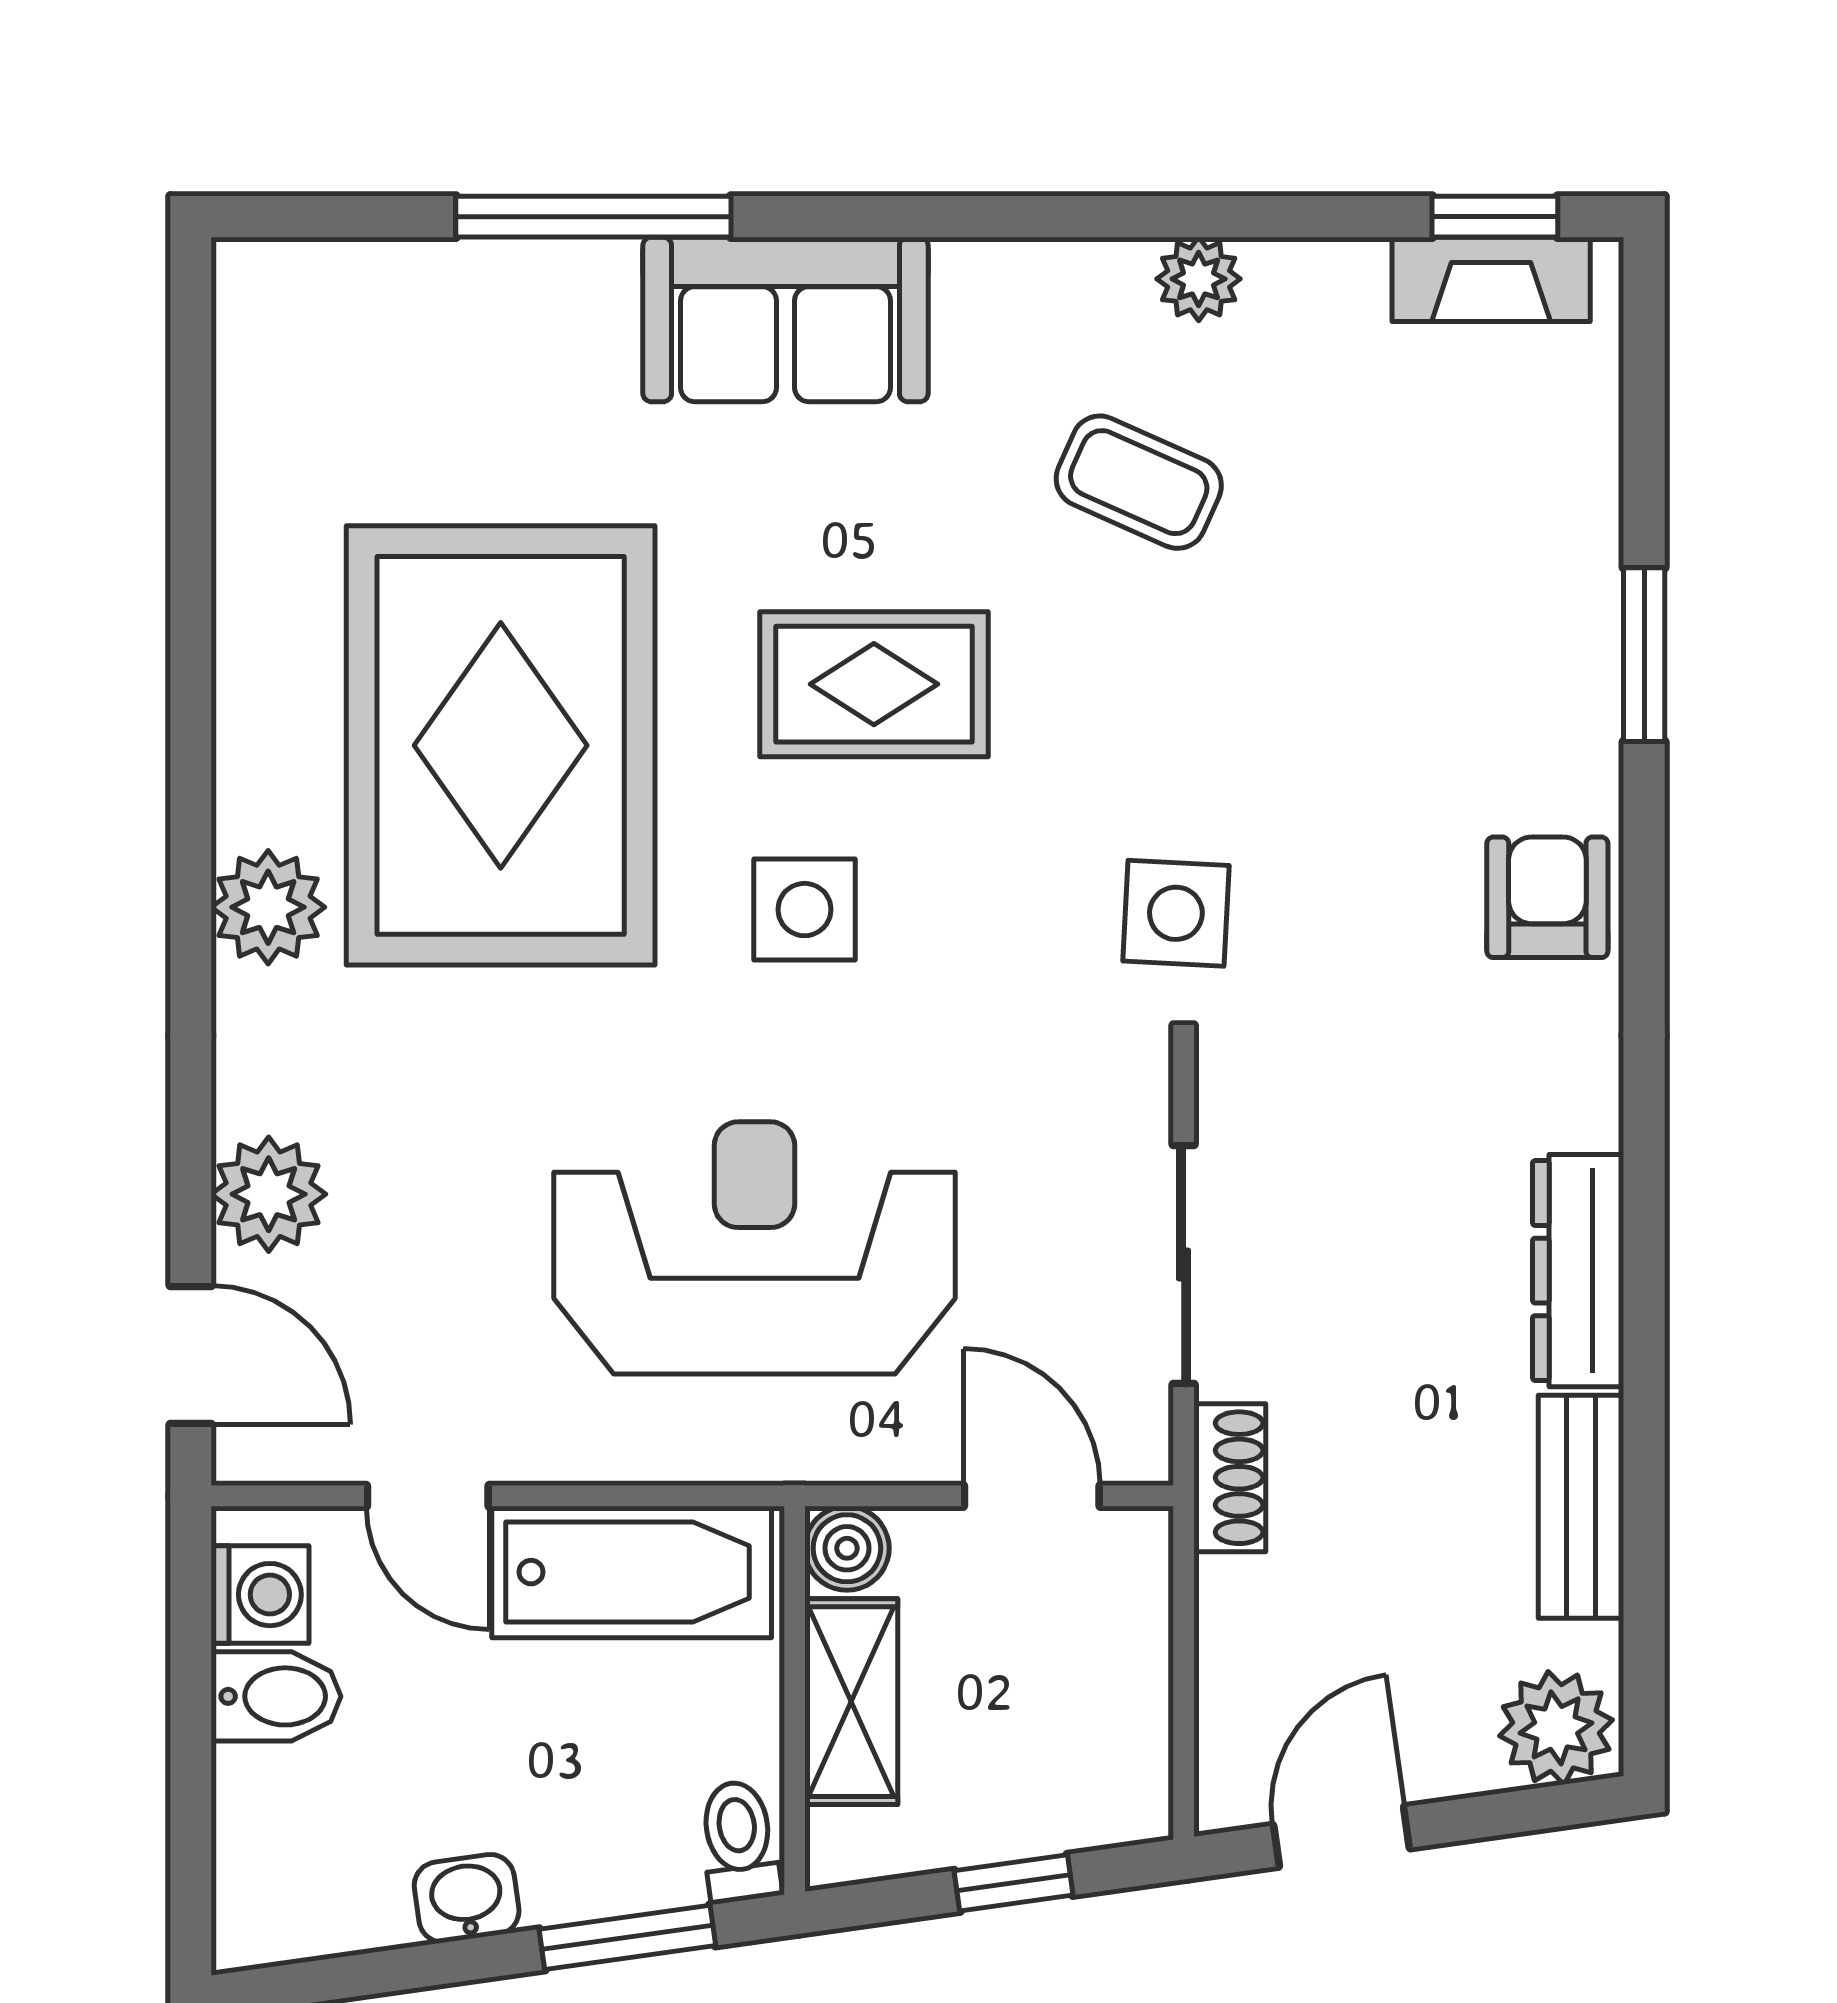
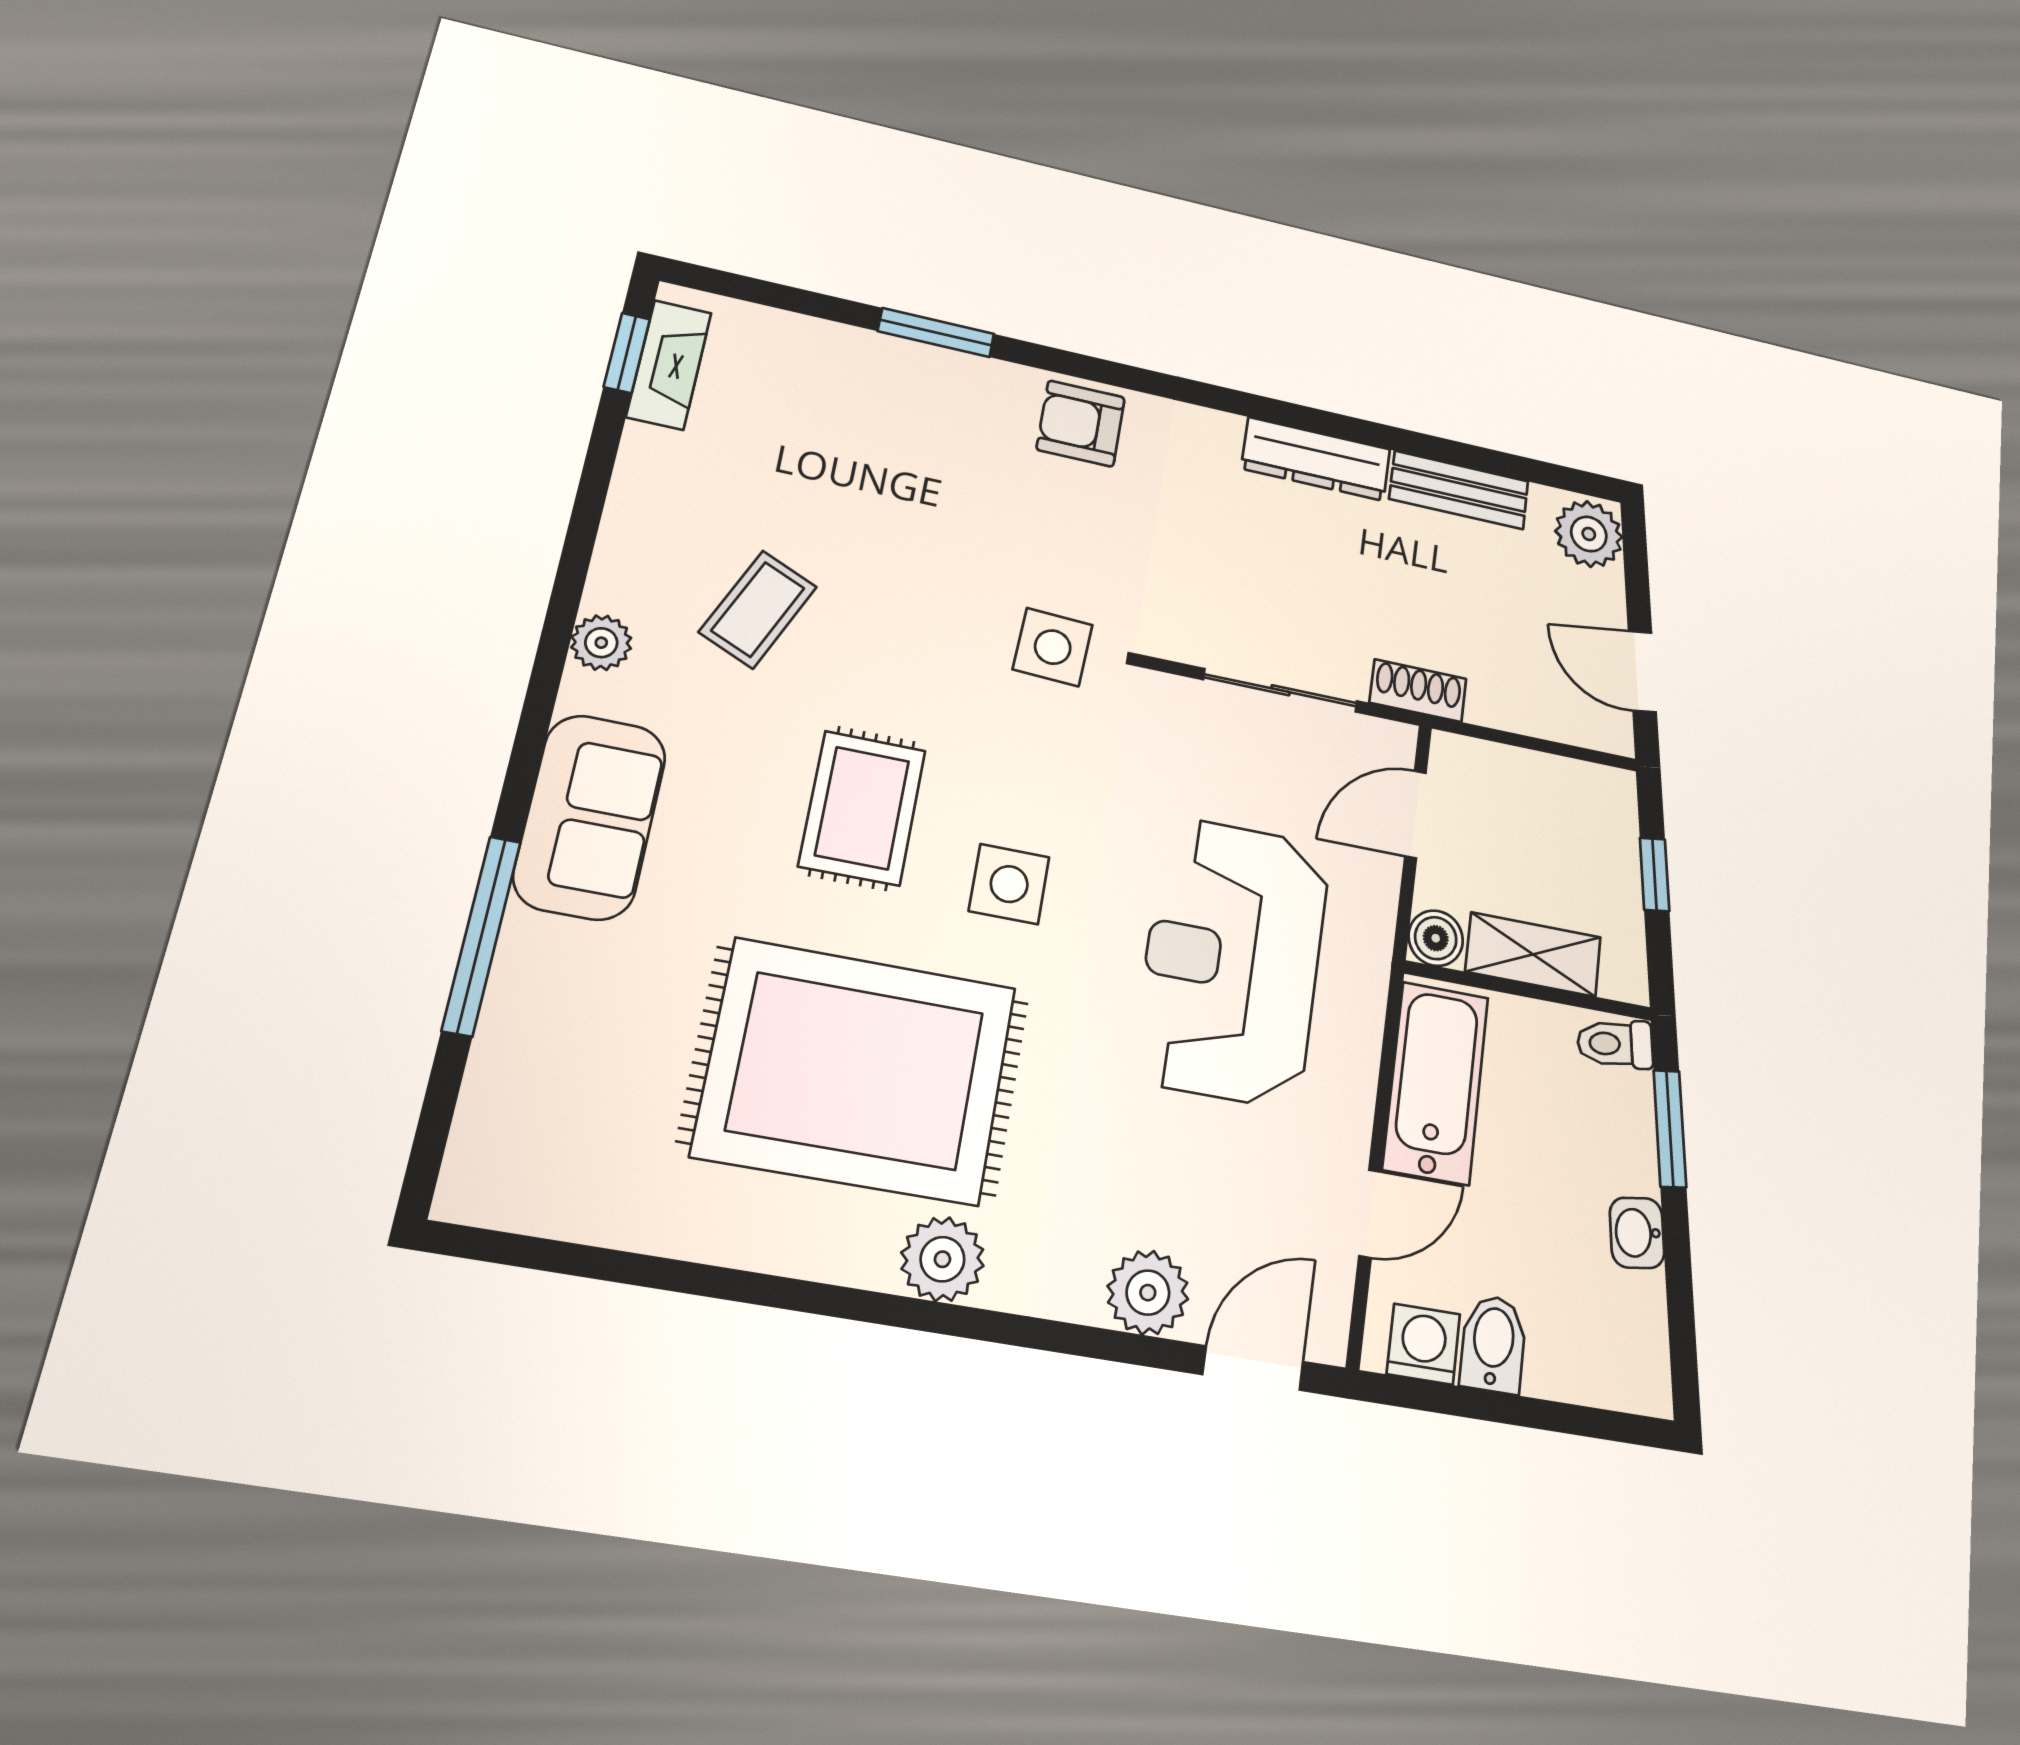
plant: (1199, 279) -> (601, 643), moved

